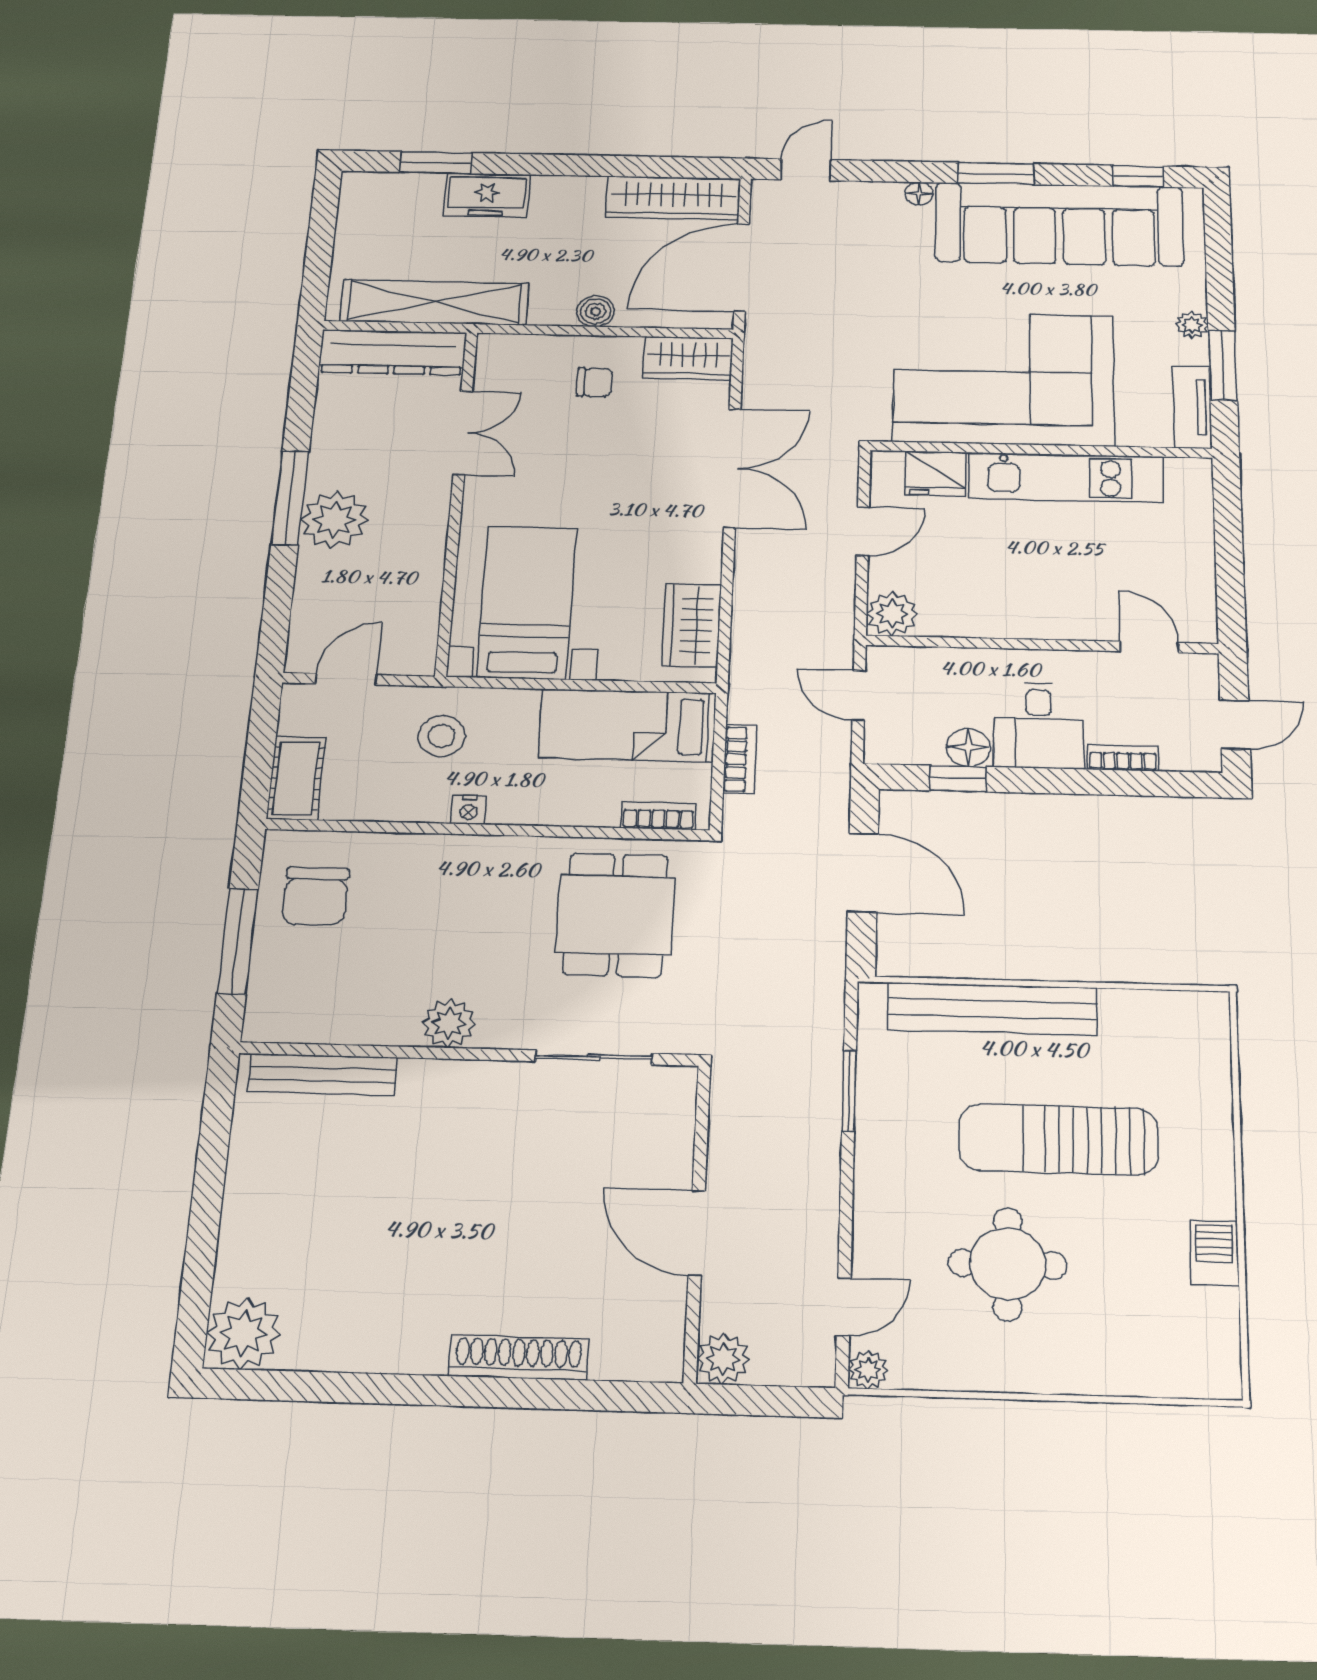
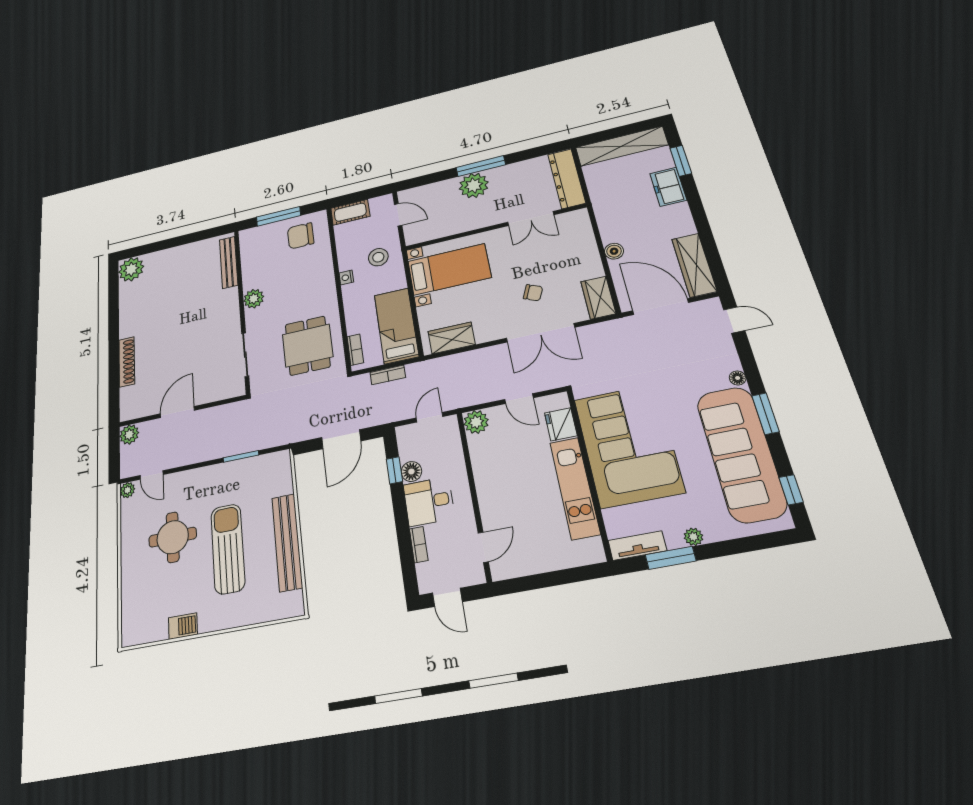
shelving: (435, 302) -> (622, 146), moved, turned 90
chair: (595, 382) -> (533, 293), moved, turned -66
dining table: (616, 915) -> (308, 346), turned 90
bench: (992, 1009) -> (287, 542), moved

